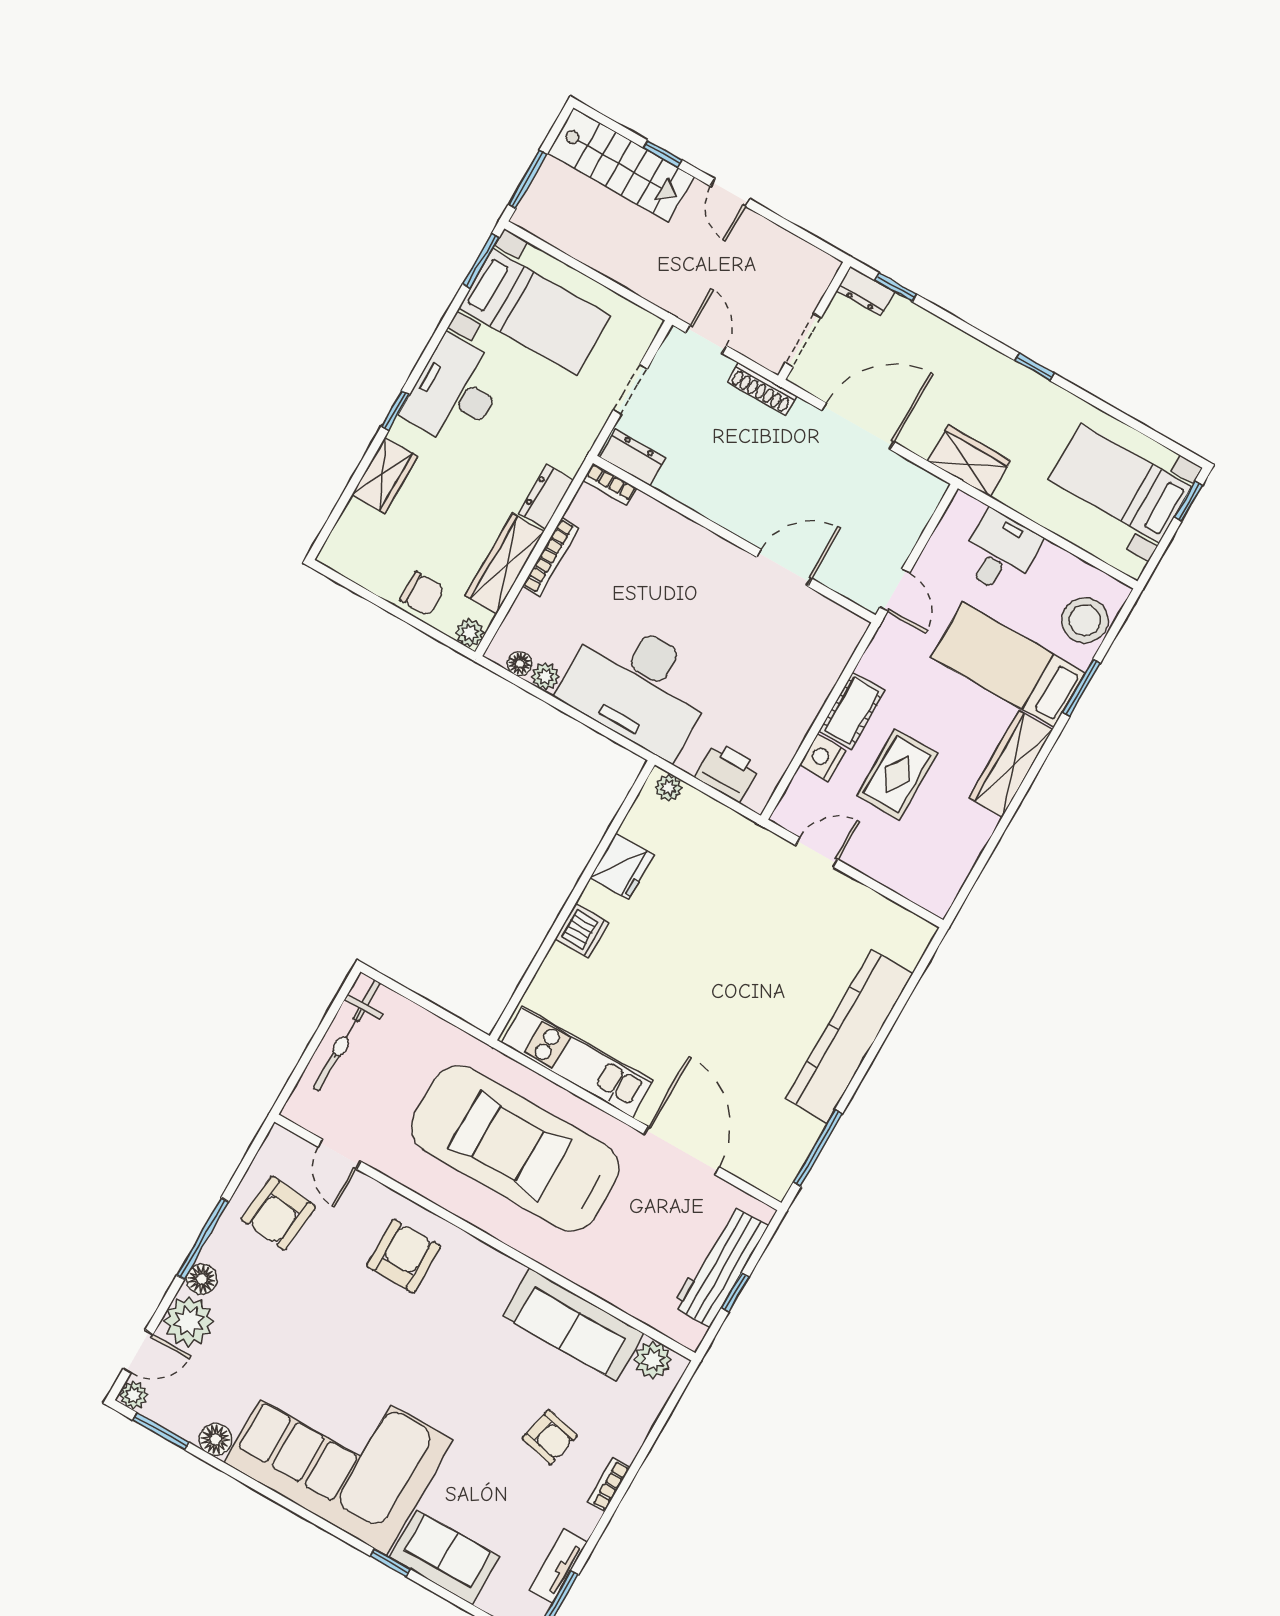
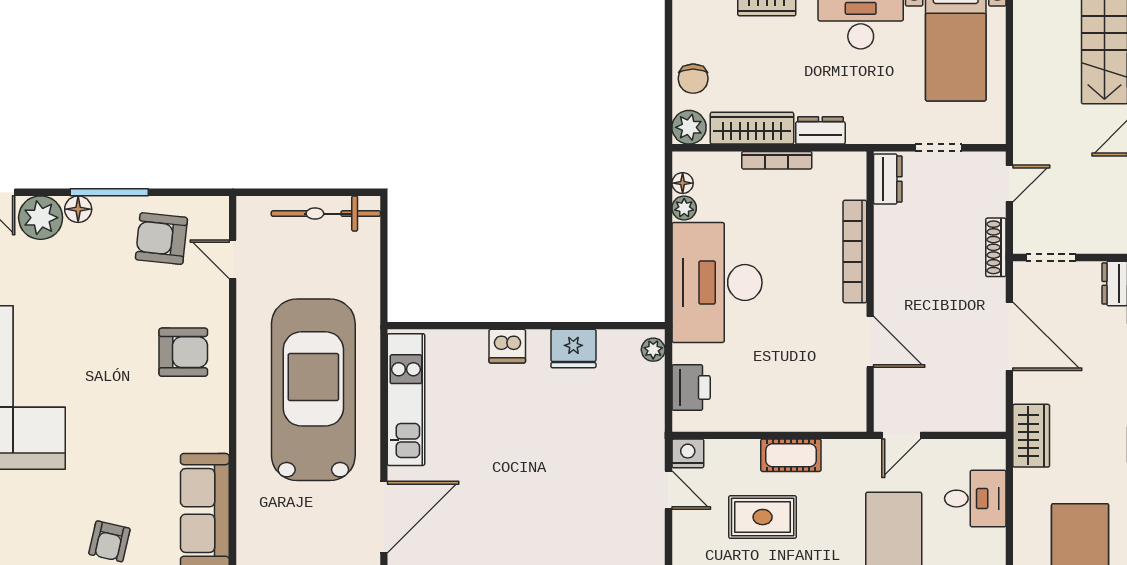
bookcase: (610, 484) -> (855, 251), moved, width x2.31, depth x1.31
plant: (470, 633) -> (689, 127), width x1.38, depth x1.38
nightstand: (823, 758) -> (688, 453), moved
door: (339, 1154) -> (233, 259), hinge flipped

